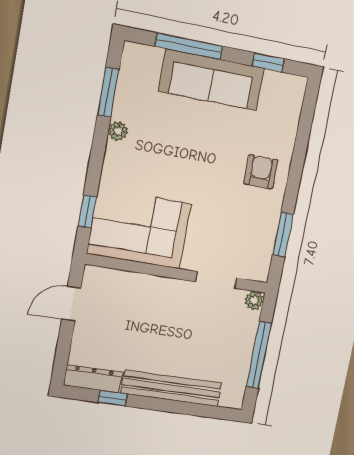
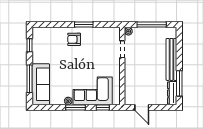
sofa: (212, 80) -> (41, 84), moved
window: (108, 92) -> (75, 107), moved
corner sofa: (139, 229) -> (93, 91), moved, turned 90
window: (283, 235) -> (84, 25), moved
window: (113, 398) -> (179, 83), width x2.17

